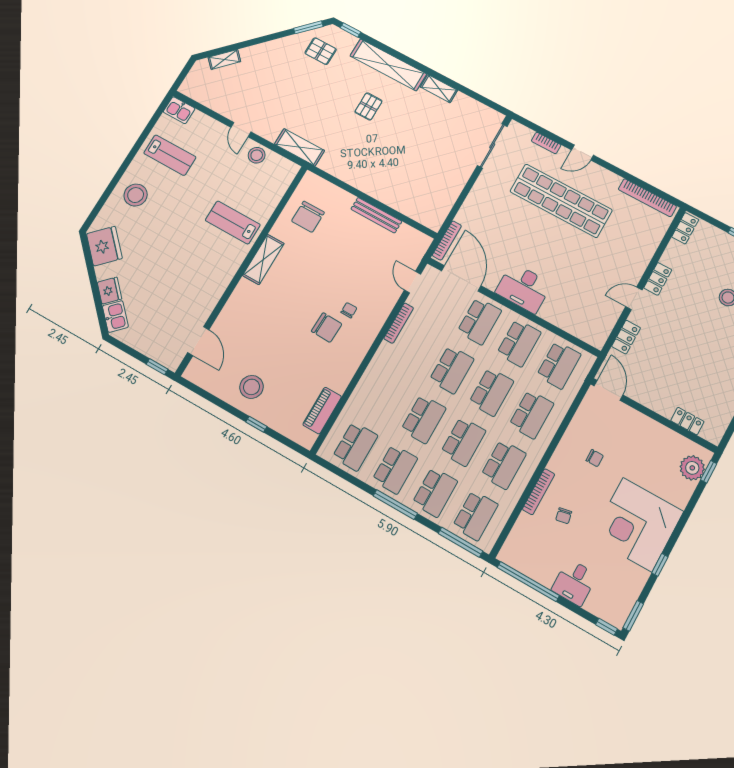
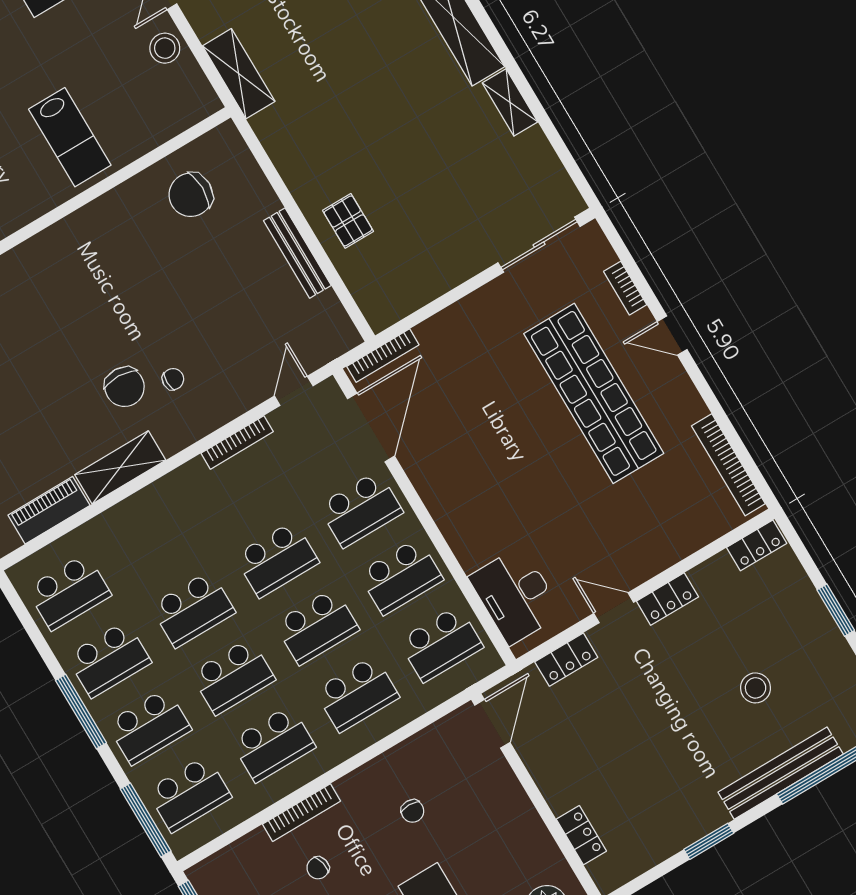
pallet: (368, 106) -> (348, 221), moved, turned 90
lab bench: (233, 222) -> (70, 137), turned 180
shelving: (263, 259) -> (120, 467), moved
desk: (524, 288) -> (516, 595), moved

